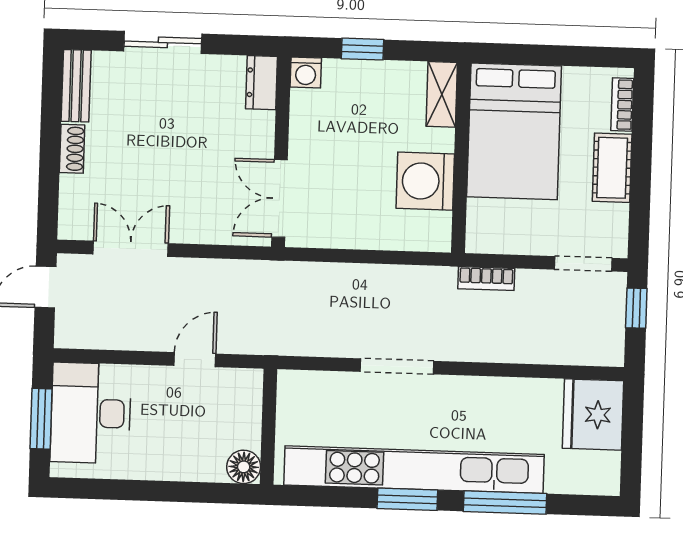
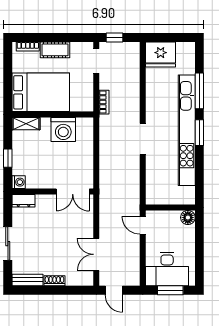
wall: (269, 427) -> (170, 207), moved
floor lamp: (244, 467) -> (188, 218), moved

